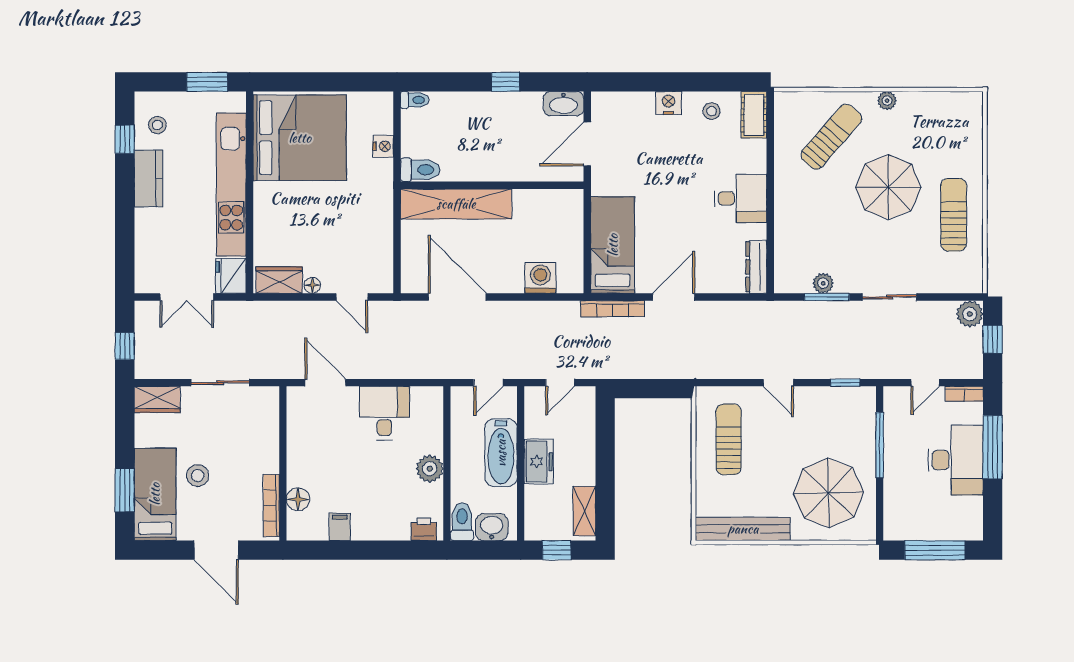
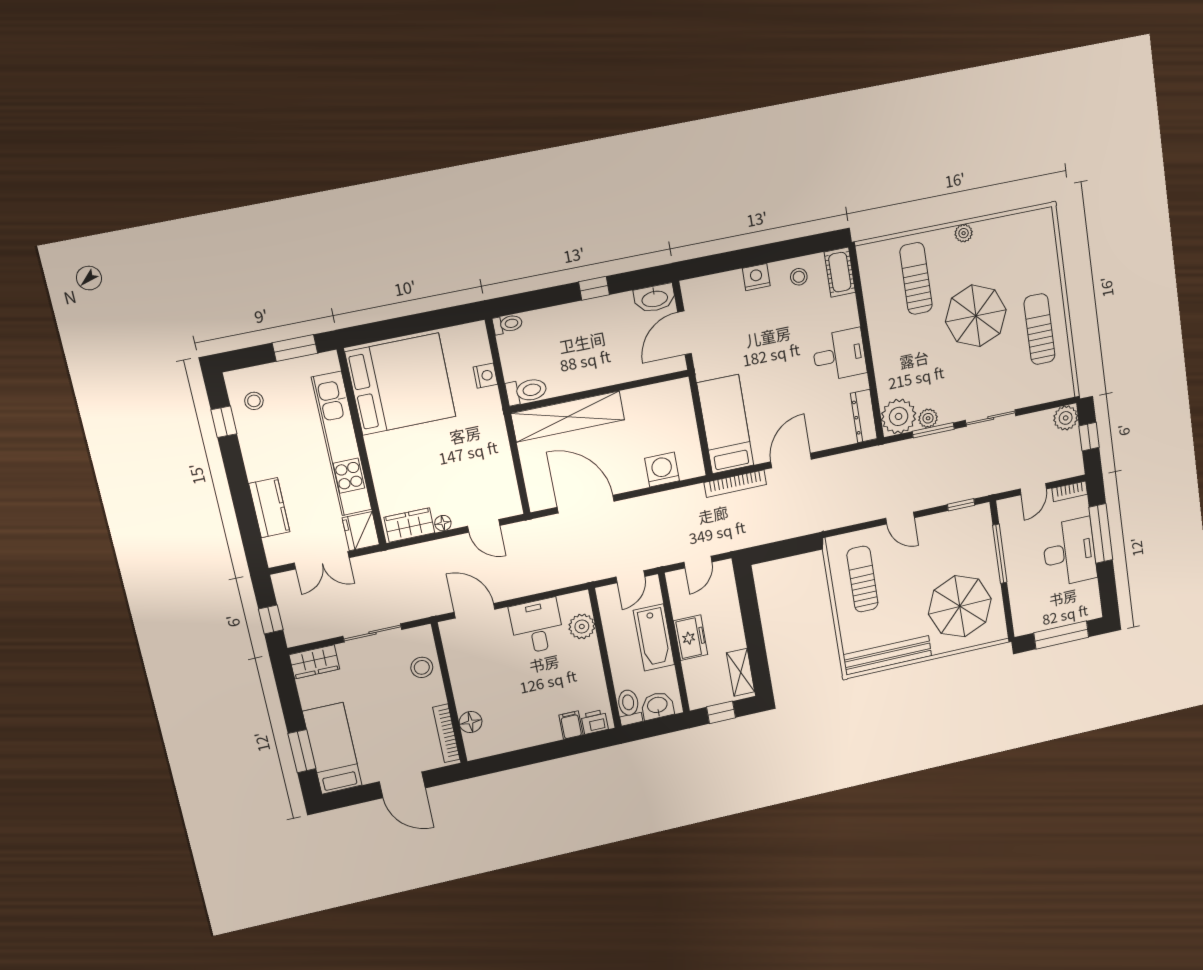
sun lounger: (831, 137) -> (916, 279), turned -41
kitchen counter: (148, 179) -> (269, 508), moved
plant: (792, 275) -> (899, 416), added
plant: (430, 469) -> (582, 626), moved
stool: (198, 476) -> (422, 667), moved
filing cabinet: (340, 527) -> (571, 725), moved

